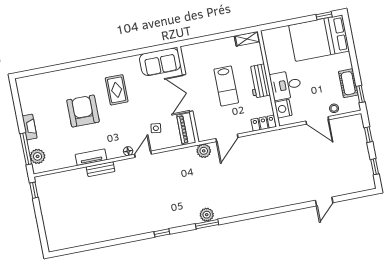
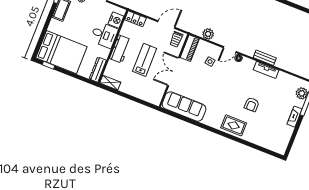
dresser: (269, 44) -> (98, 70), added
sofa: (160, 62) -> (184, 107), width x1.36
rug: (117, 90) -> (234, 125), moved, turned 90
double door: (188, 93) -> (174, 72), swing flipped
armchair: (83, 111) -> (252, 104), width x0.53, depth x0.53
trolley: (207, 129) -> (176, 39), added
plant: (204, 151) -> (208, 34), moved

